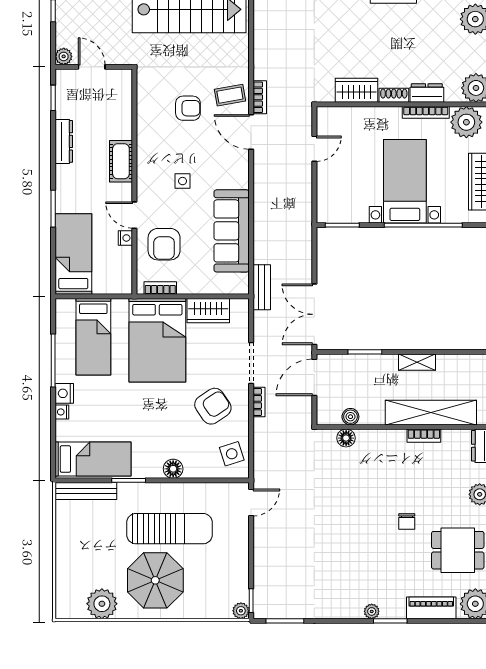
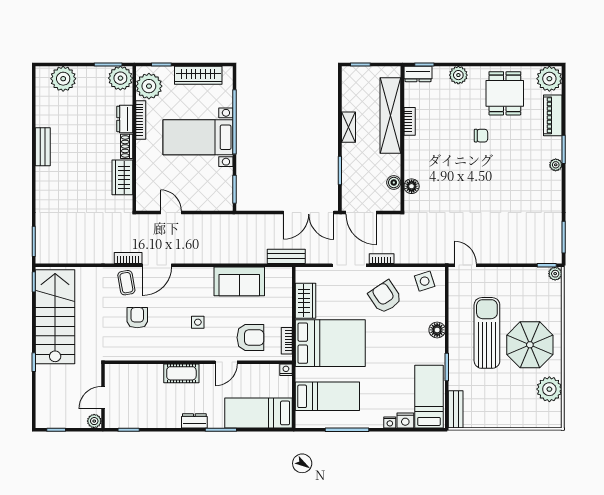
dresser: (64, 141) -> (194, 421), moved, width x0.70
sofa: (232, 231) -> (239, 281), width x0.73
nightstand: (125, 238) -> (286, 370), moved
nightstand: (64, 393) -> (405, 420), moved
bench: (86, 491) -> (456, 409), width x0.73

